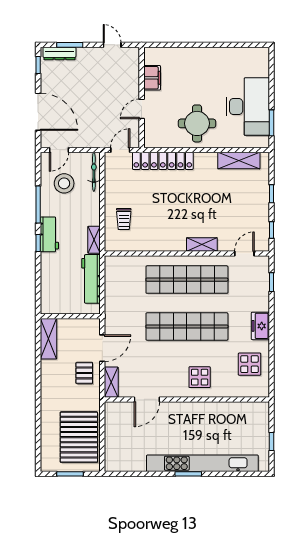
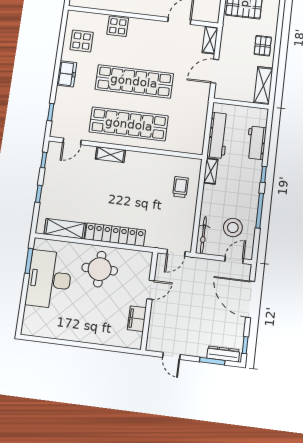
locker: (163, 161) -> (115, 235), moved
workbench: (49, 234) -> (256, 143), moved
pallet: (84, 373) -> (263, 46), moved
display table: (200, 377) -> (118, 26), moved

